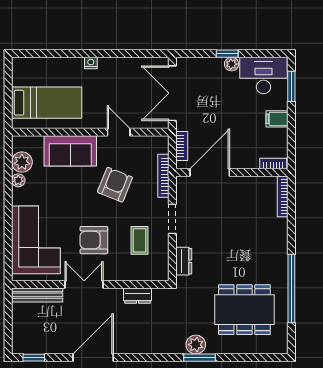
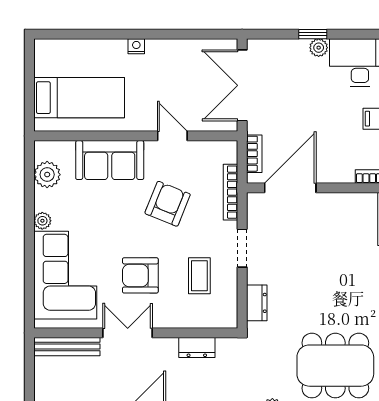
plant: (18, 180) -> (42, 221), moved

